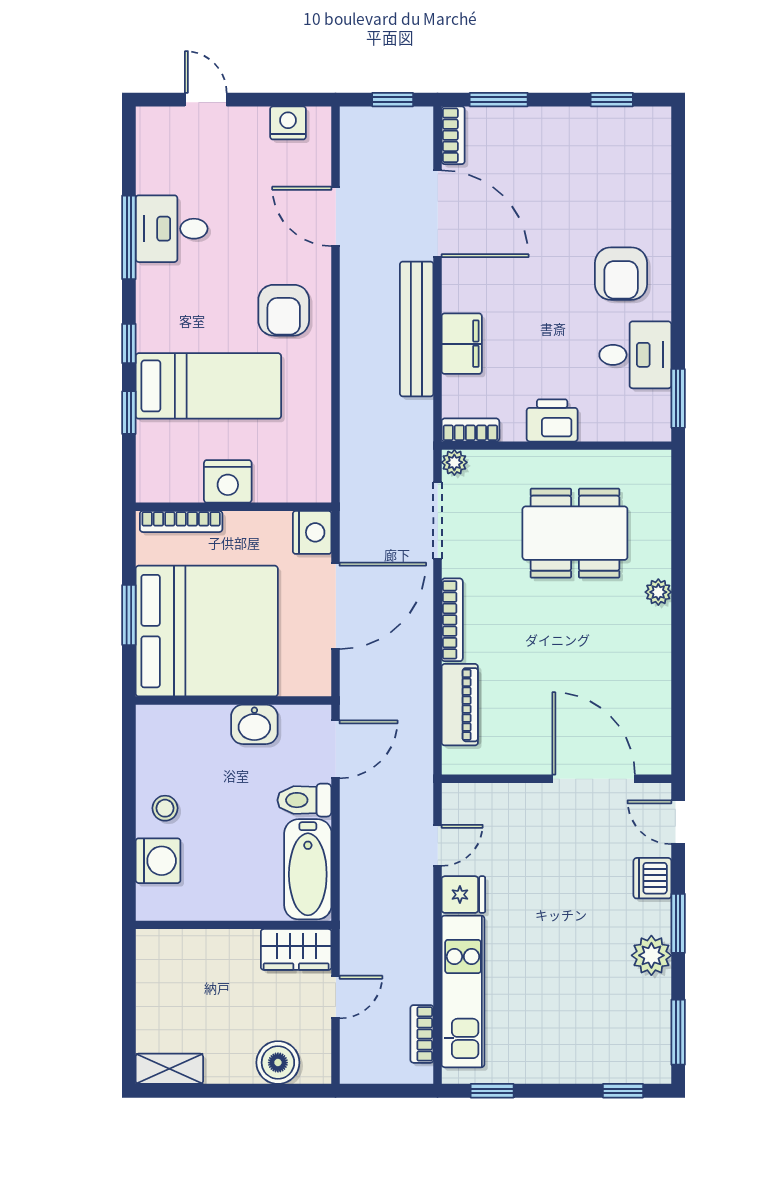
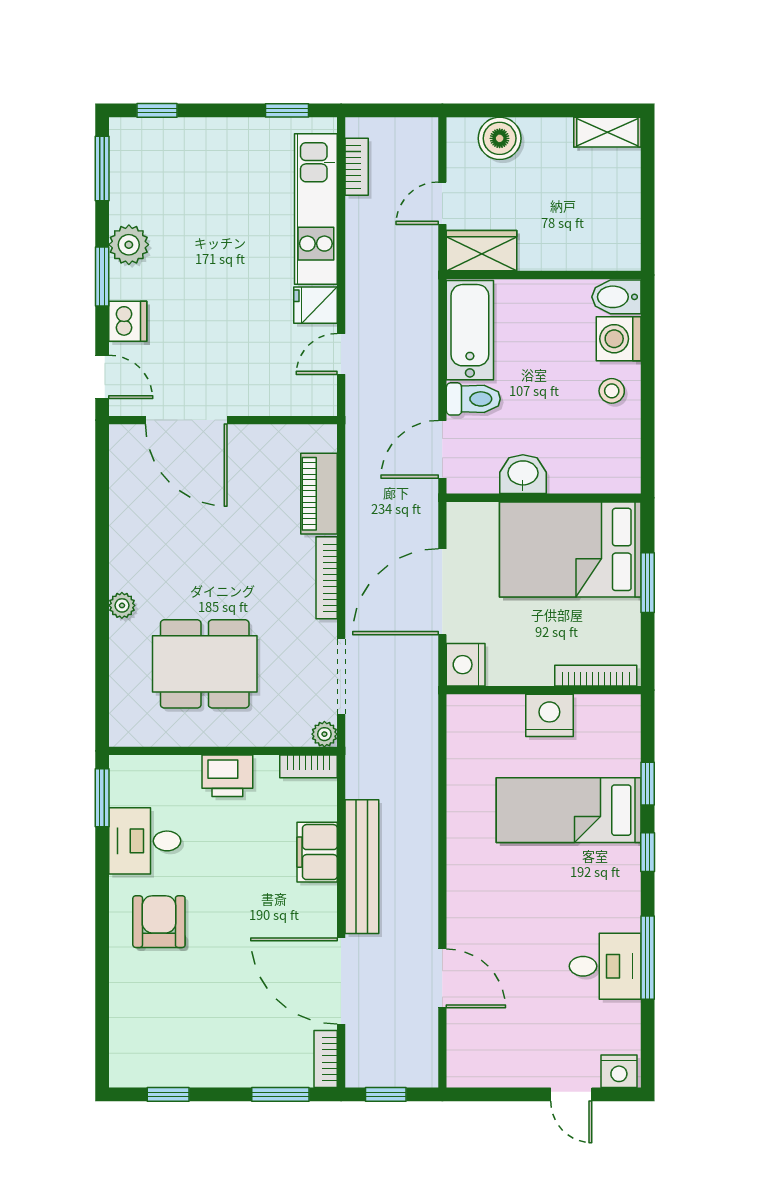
nightstand: (288, 123) -> (619, 1071), moved
armchair: (284, 310) -> (494, 885), removed
bed: (207, 631) -> (570, 549), width x0.73
bidet: (160, 903) -> (616, 297), added

